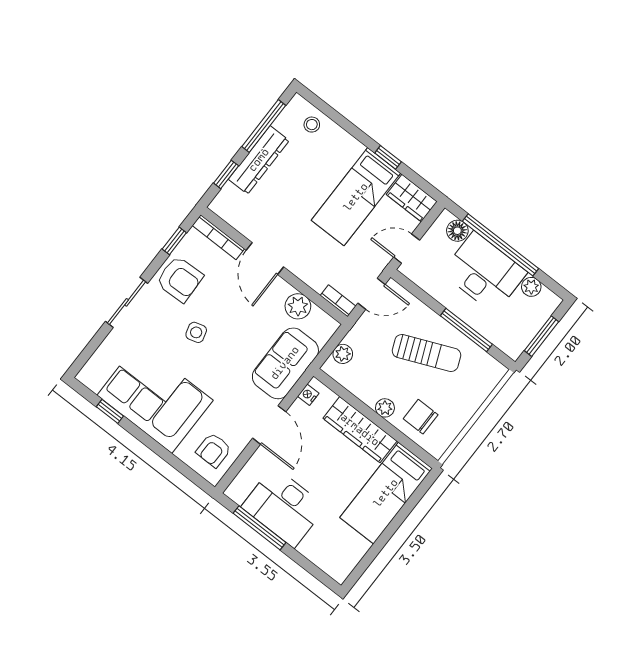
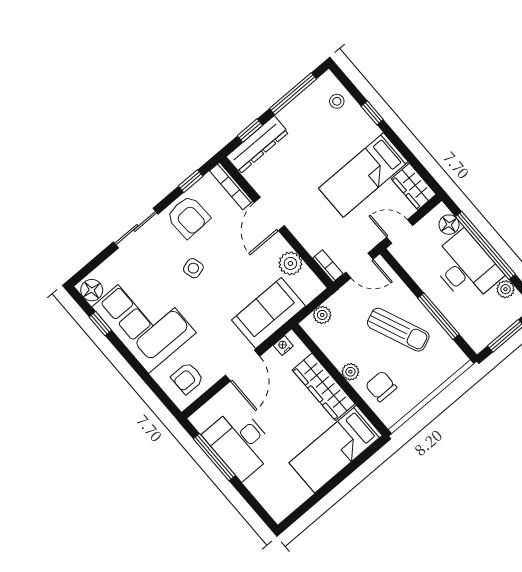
window: (388, 157) -> (372, 113), moved
dresser: (259, 160) -> (257, 145), moved
floor lamp: (93, 378) -> (92, 290), added

